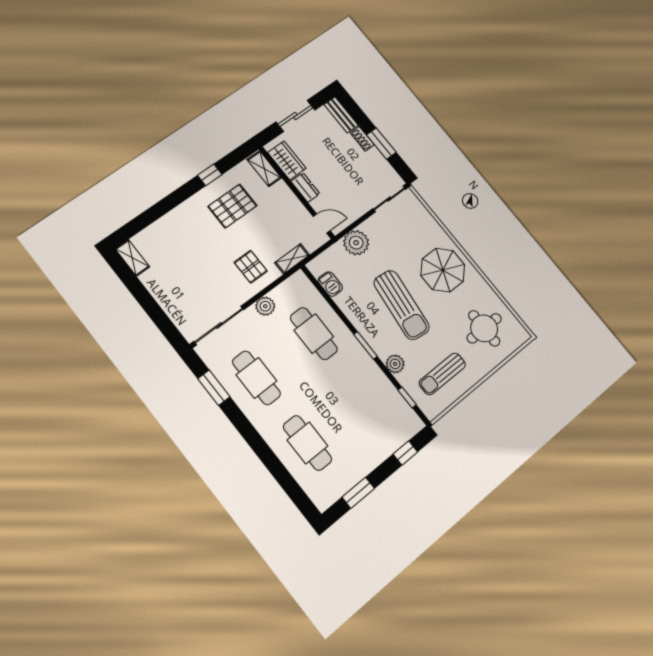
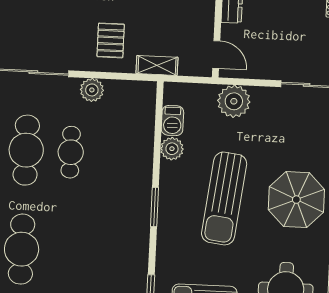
cafe table: (314, 334) -> (71, 152), moved, width x0.73, depth x0.74
plant: (395, 364) -> (172, 149), moved

